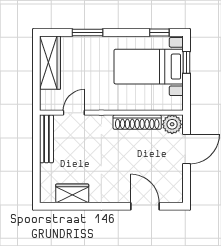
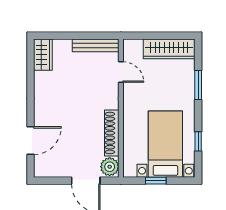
window: (159, 33) -> (198, 141), moved
window: (187, 62) -> (156, 181), moved
wardrobe: (72, 193) -> (43, 55), moved

